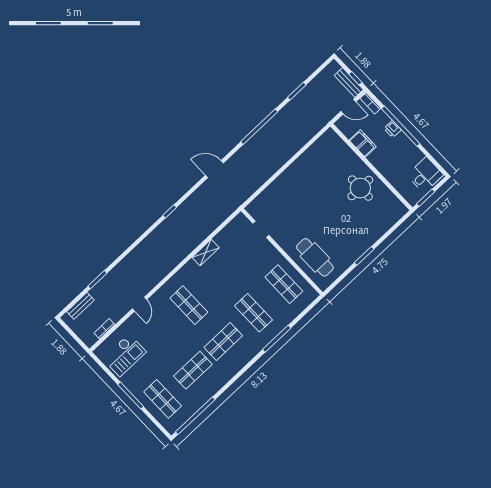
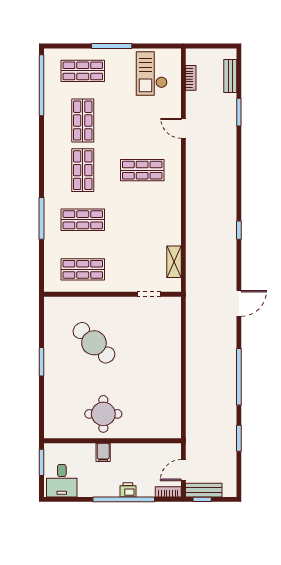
filing cabinet: (363, 143) -> (103, 452), moved, width x0.50
shelving: (206, 252) -> (174, 262), moved
cafe table: (315, 257) -> (94, 343), moved, turned 44

